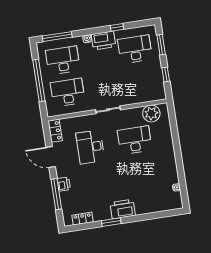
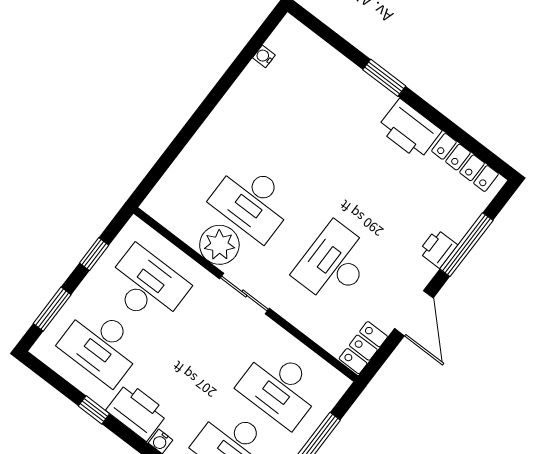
desk: (140, 81) -> (147, 286), added
plant: (151, 113) -> (219, 245), moved
desk: (90, 147) -> (334, 264), turned 180
printer: (123, 209) -> (409, 130), moved
locker: (83, 219) -> (465, 162), width x1.53
window: (111, 222) -> (384, 78), moved

